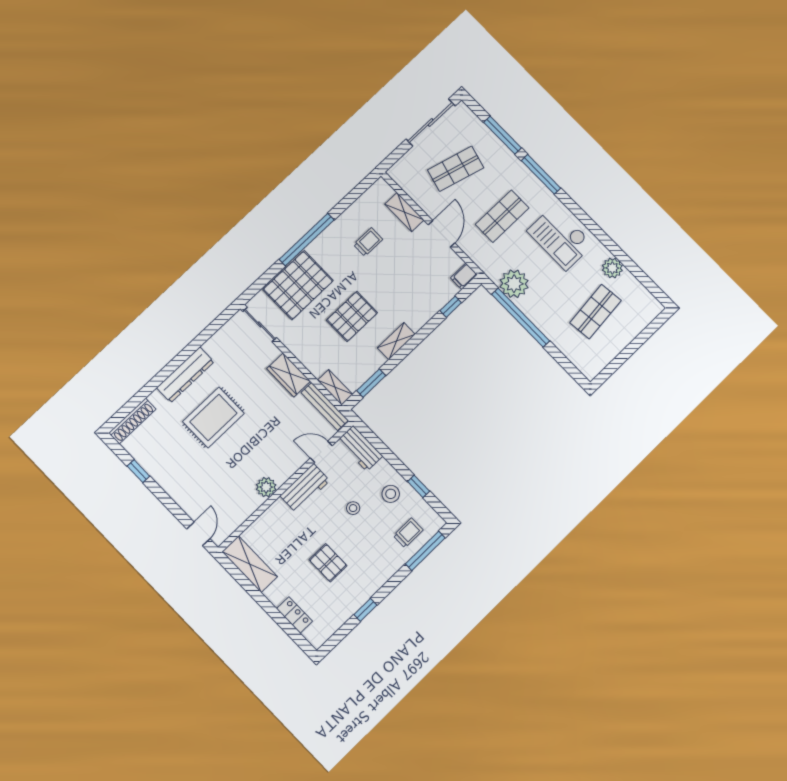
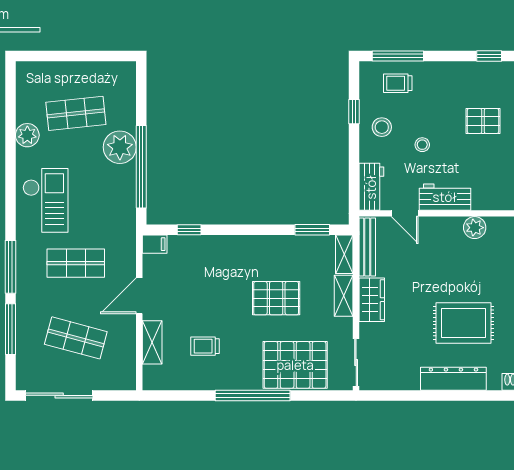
plant: (514, 284) -> (120, 147), moved
shelving: (396, 341) -> (344, 296), moved, turned 90
pallet: (328, 563) -> (483, 121), turned 90

